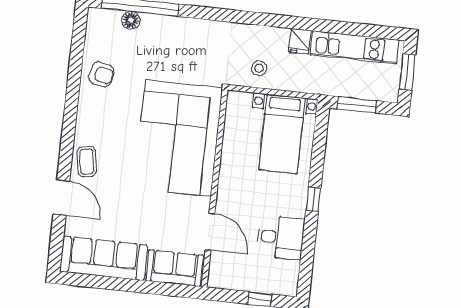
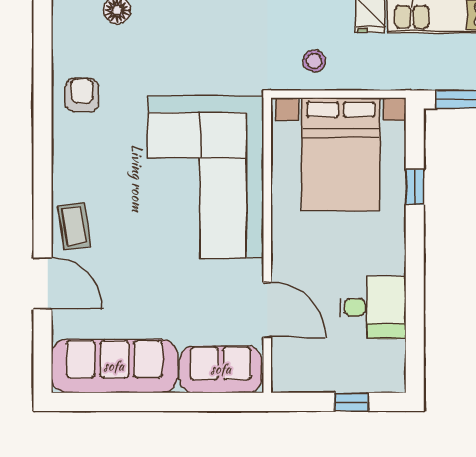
armchair: (101, 74) -> (82, 95), turned -104
bed with nightstands: (282, 134) -> (341, 154), width x1.36
window: (313, 199) -> (415, 187), moved

